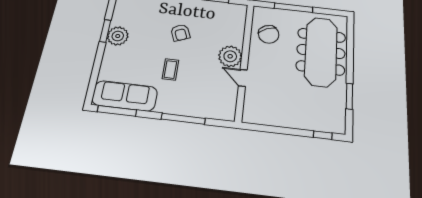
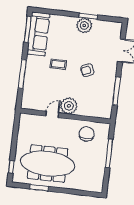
chair: (269, 34) -> (87, 134), turned 115
meeting table: (321, 51) -> (48, 164), moved

